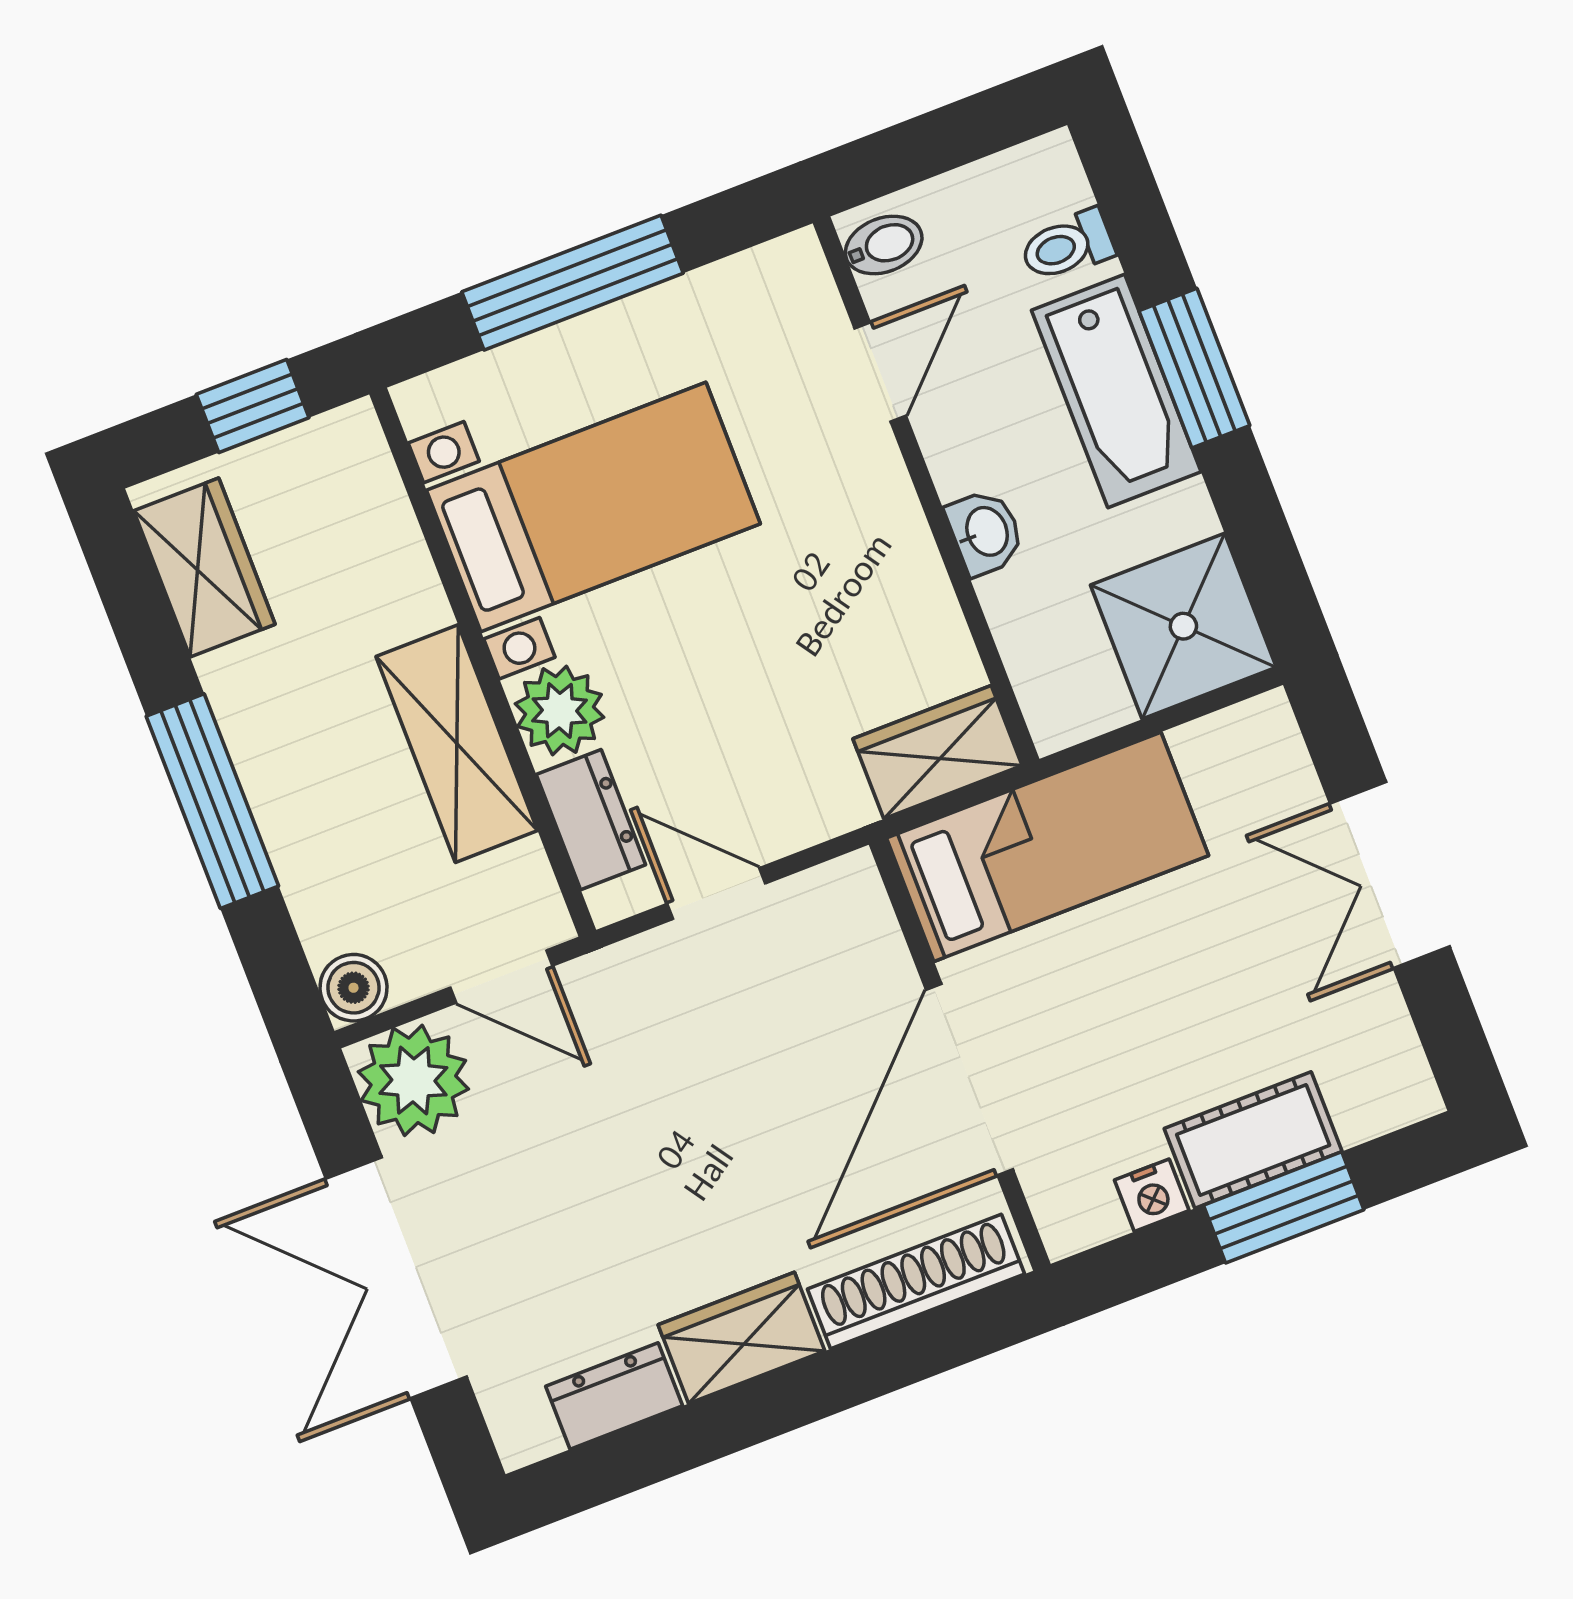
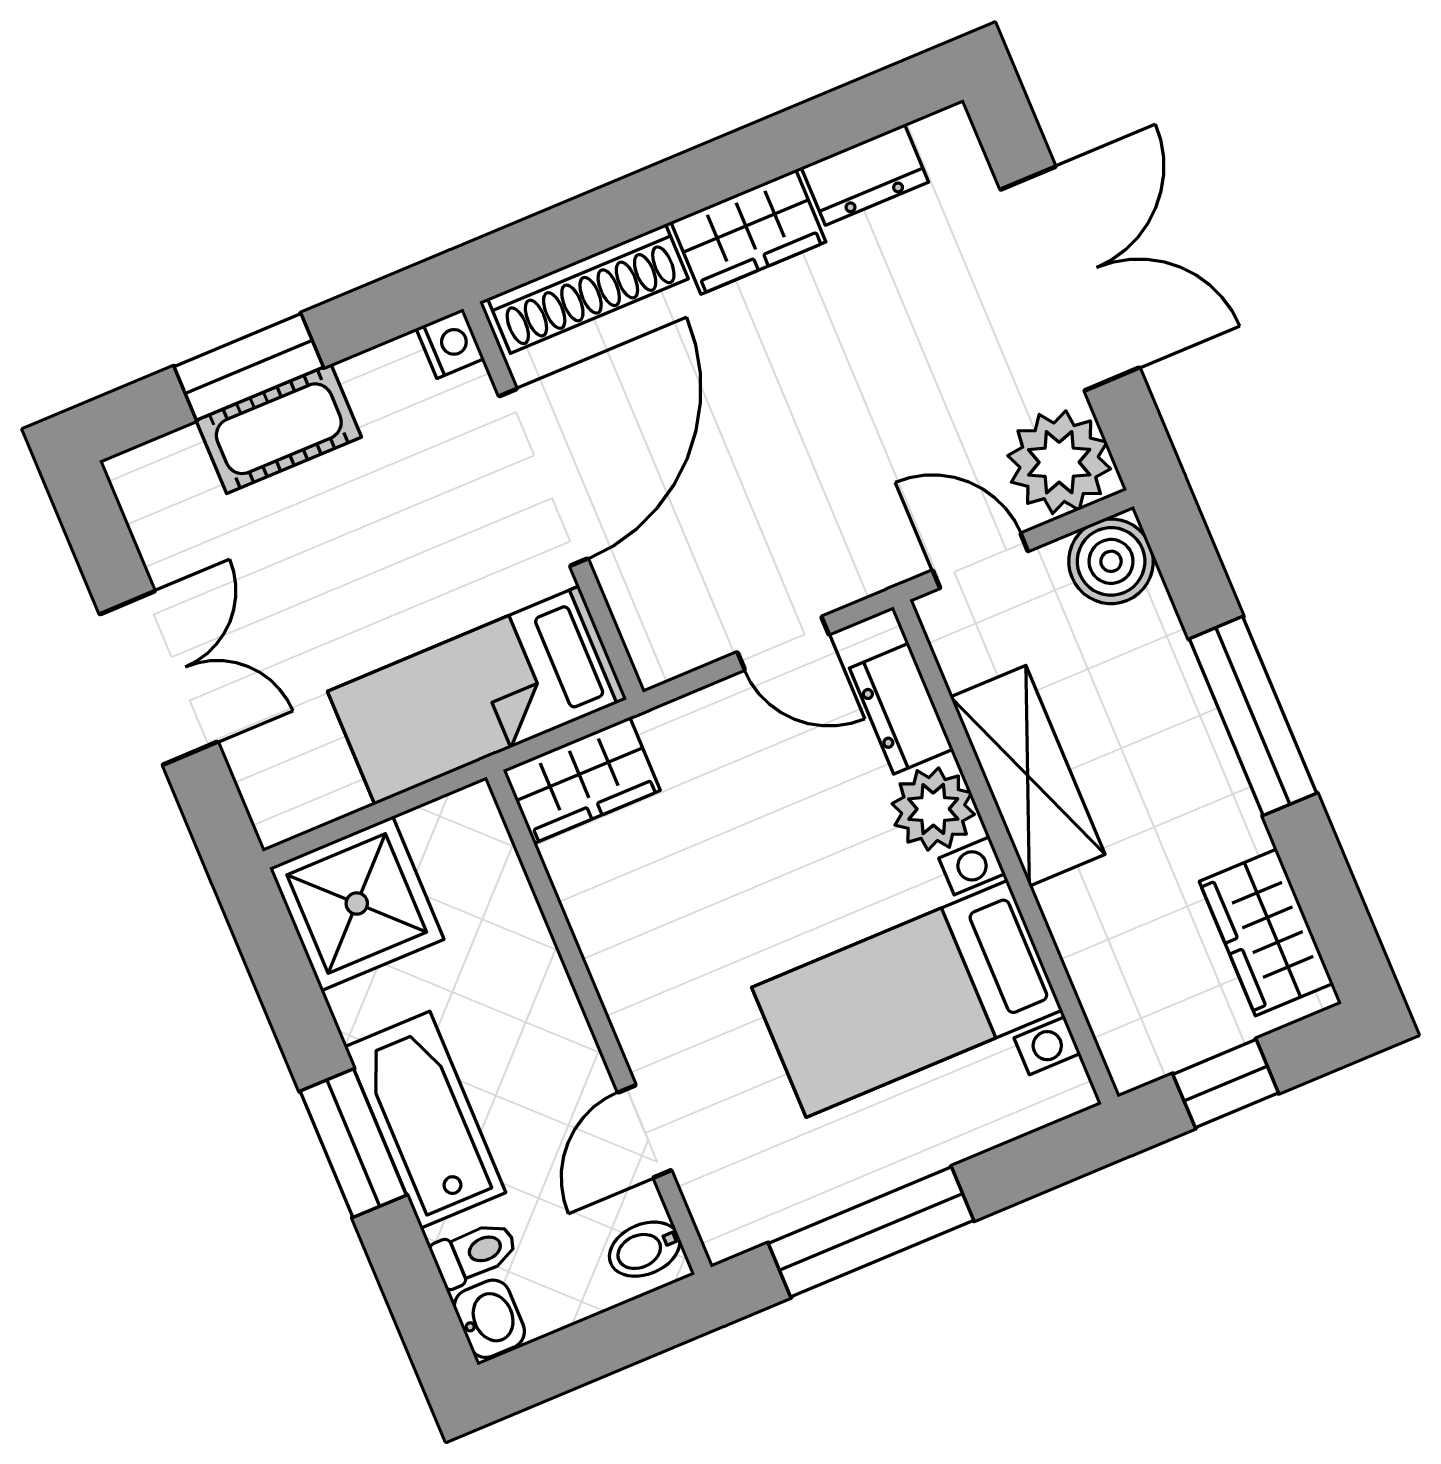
window: (573, 283) -> (871, 1232), moved
washbasin: (985, 532) -> (489, 1319), moved, turned 180
boiler: (353, 988) -> (1111, 561), width x1.36, depth x1.36
nightstand: (1152, 1195) -> (450, 344), moved, turned 90

